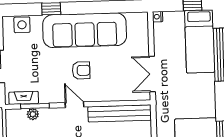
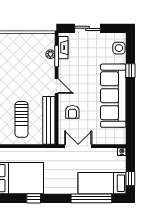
armchair: (81, 70) -> (72, 112), moved
door: (74, 105) -> (57, 86), hinge flipped

